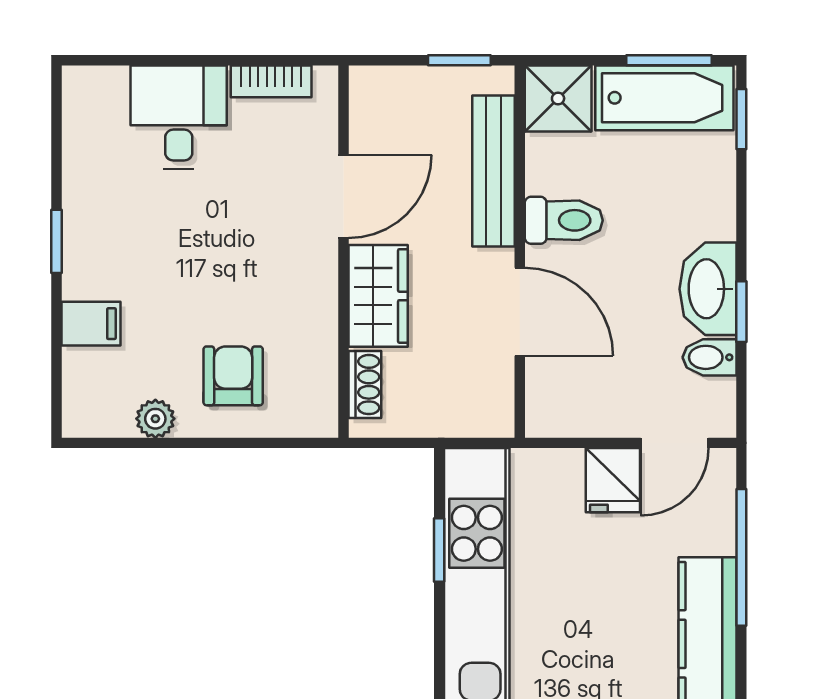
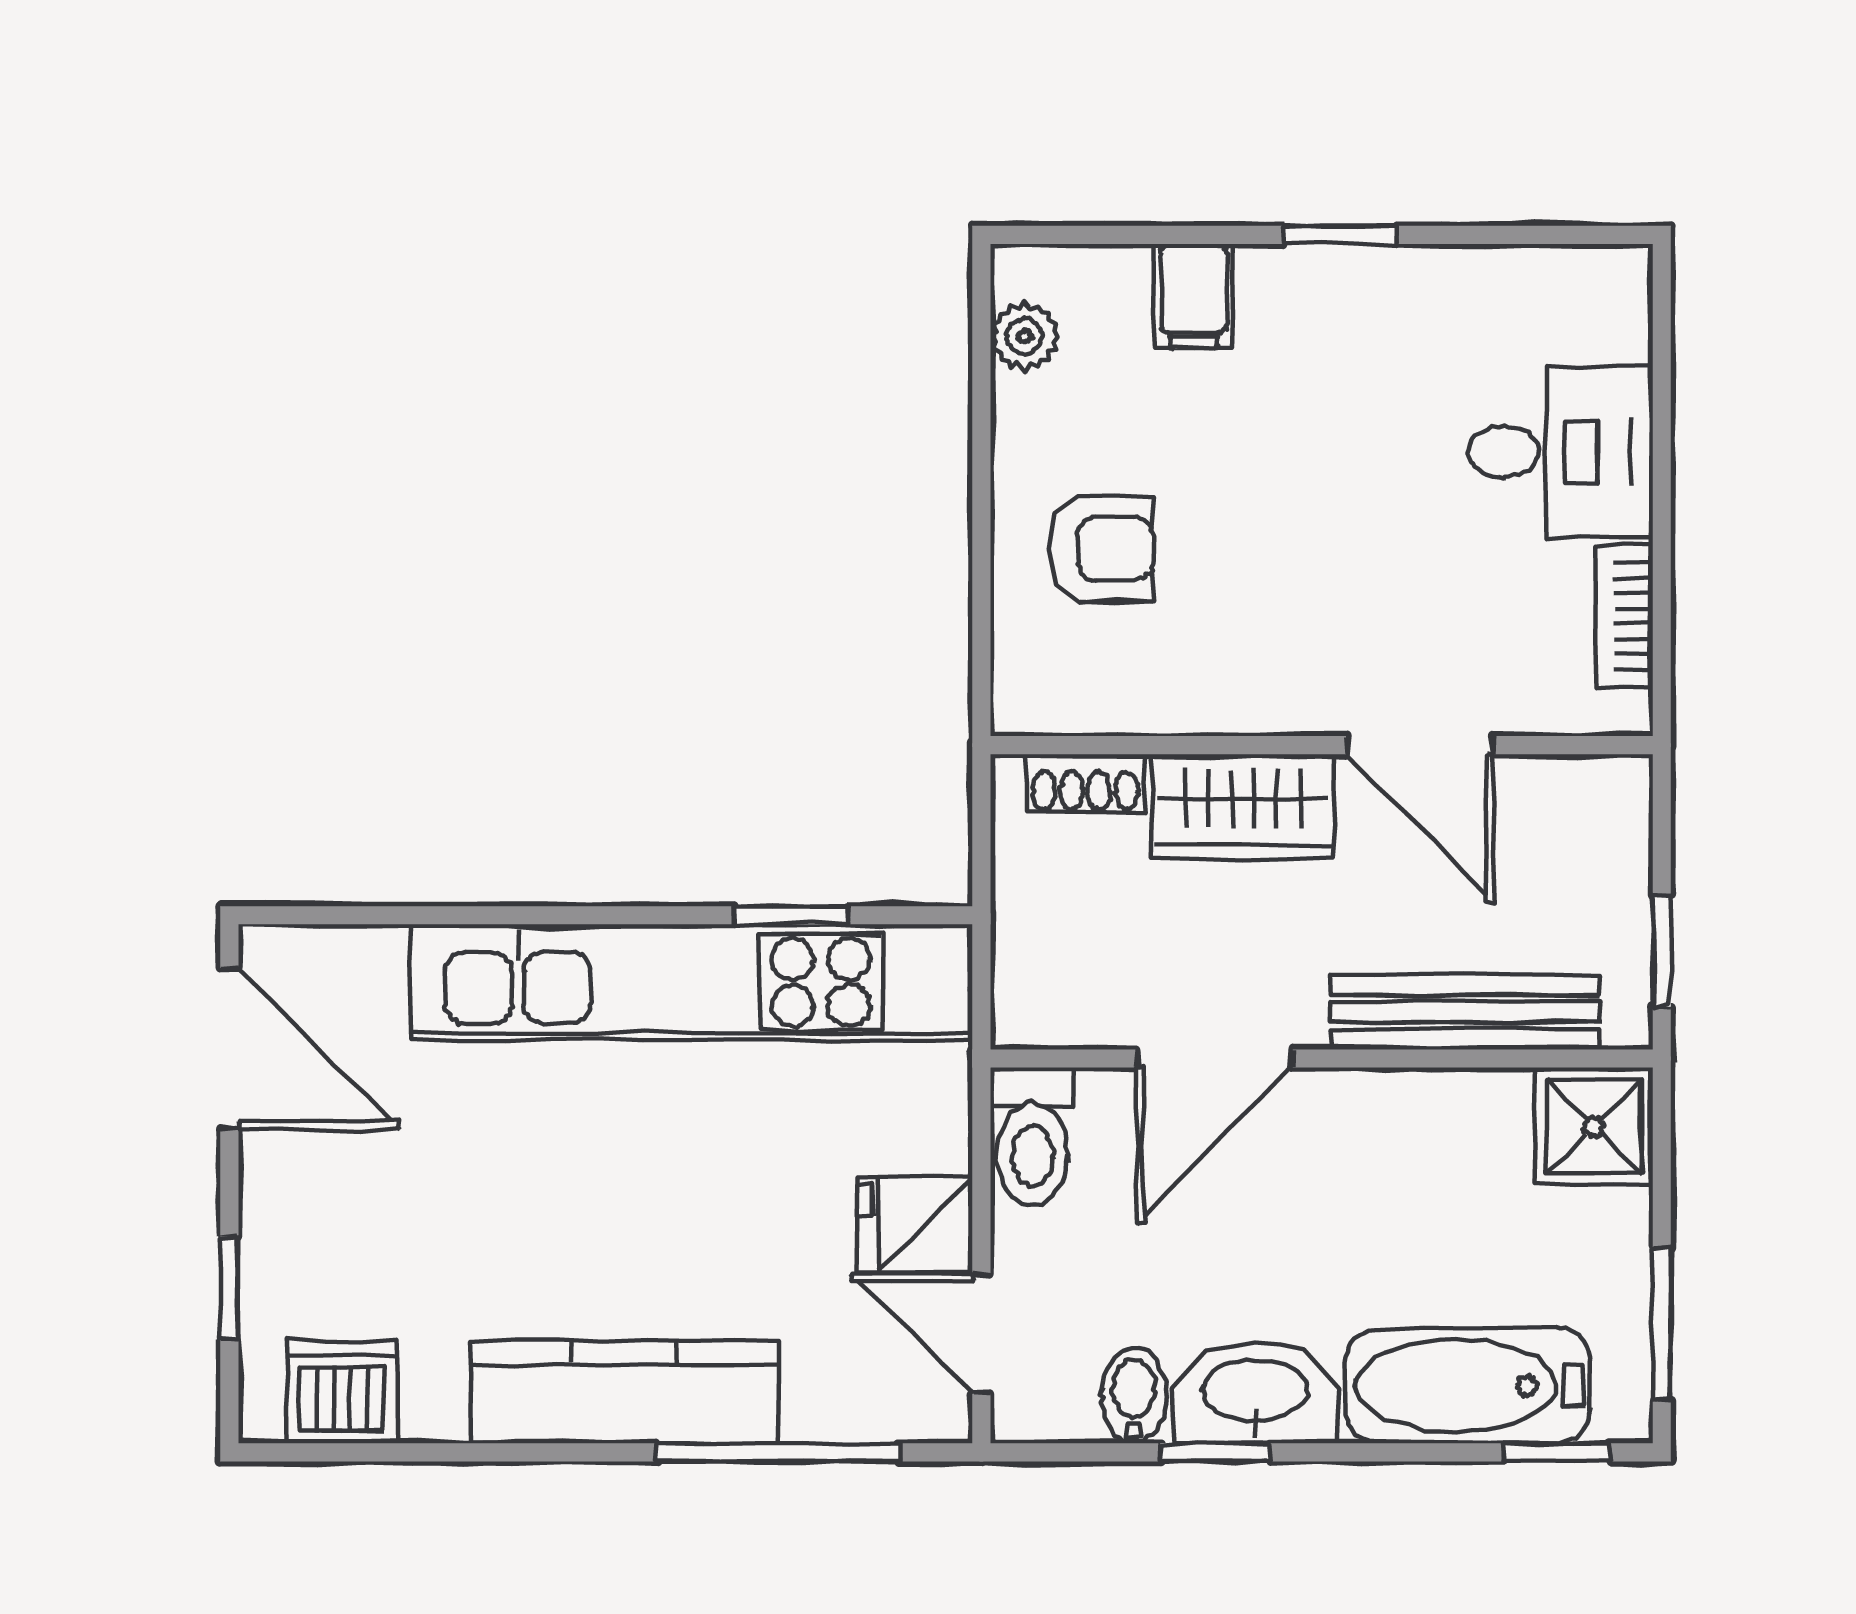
bathtub: (664, 98) -> (1468, 1386), moved, turned 90
toilet: (564, 220) -> (1032, 1137), moved
plant: (155, 419) -> (1024, 336), moved

